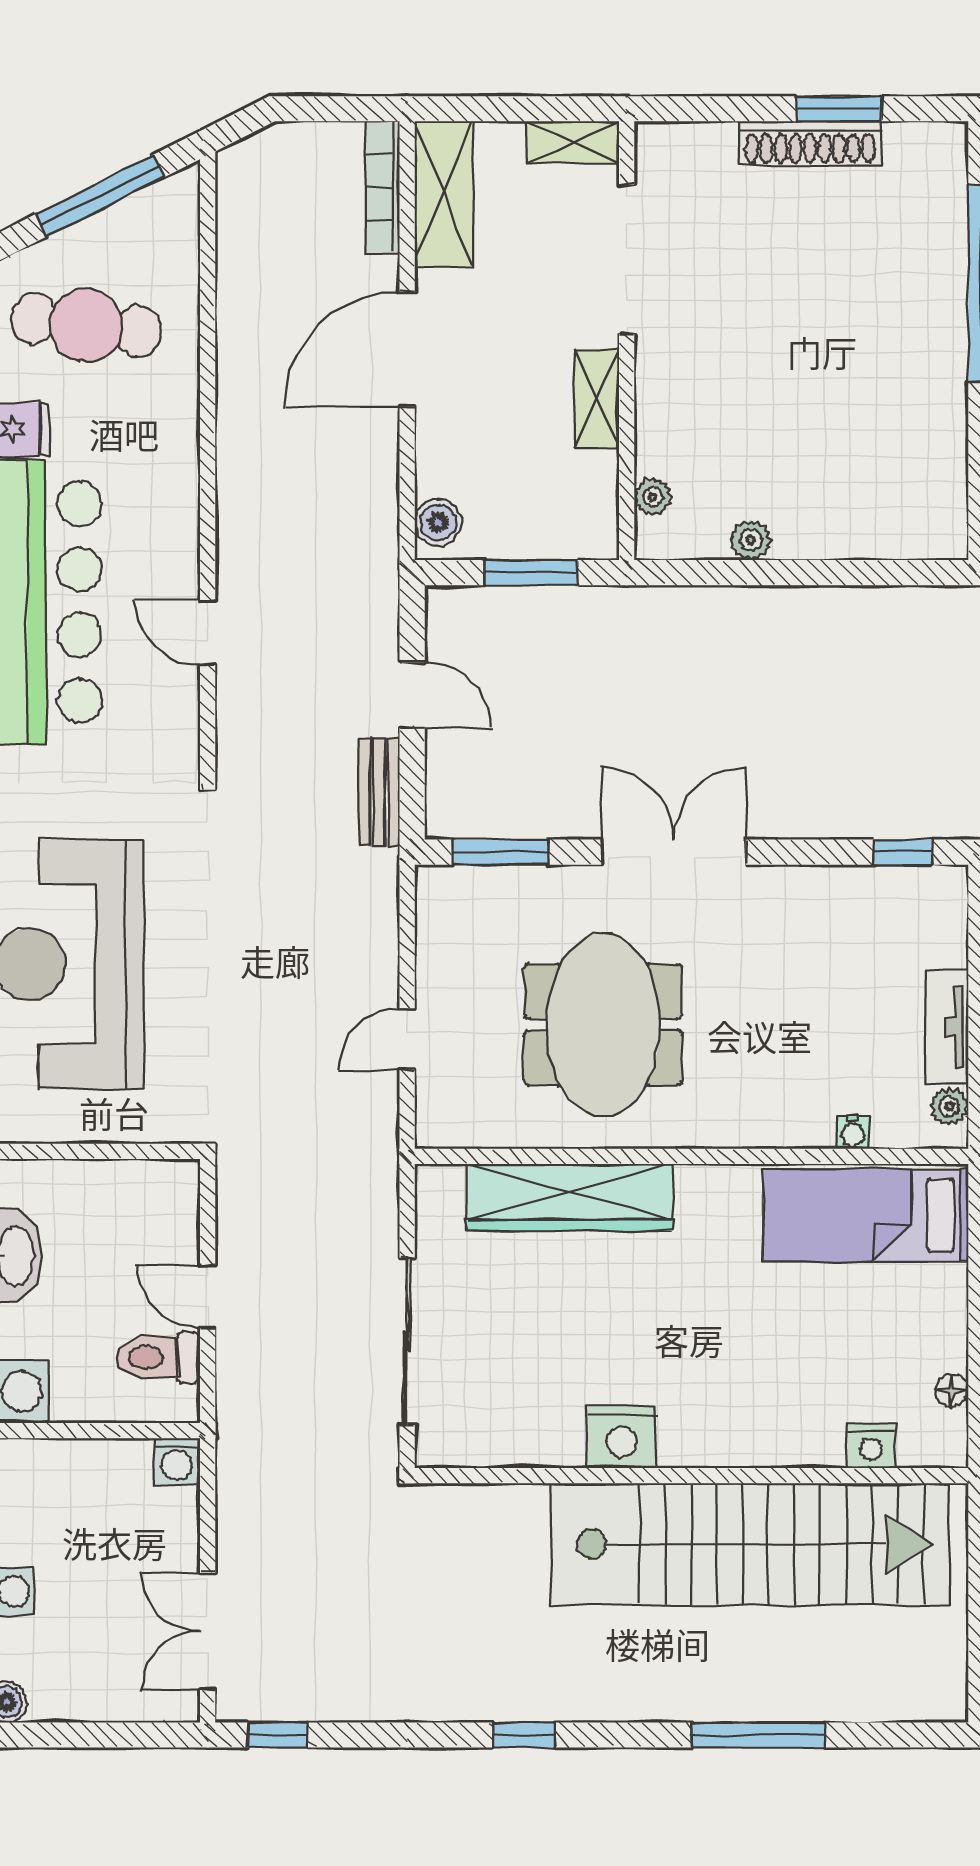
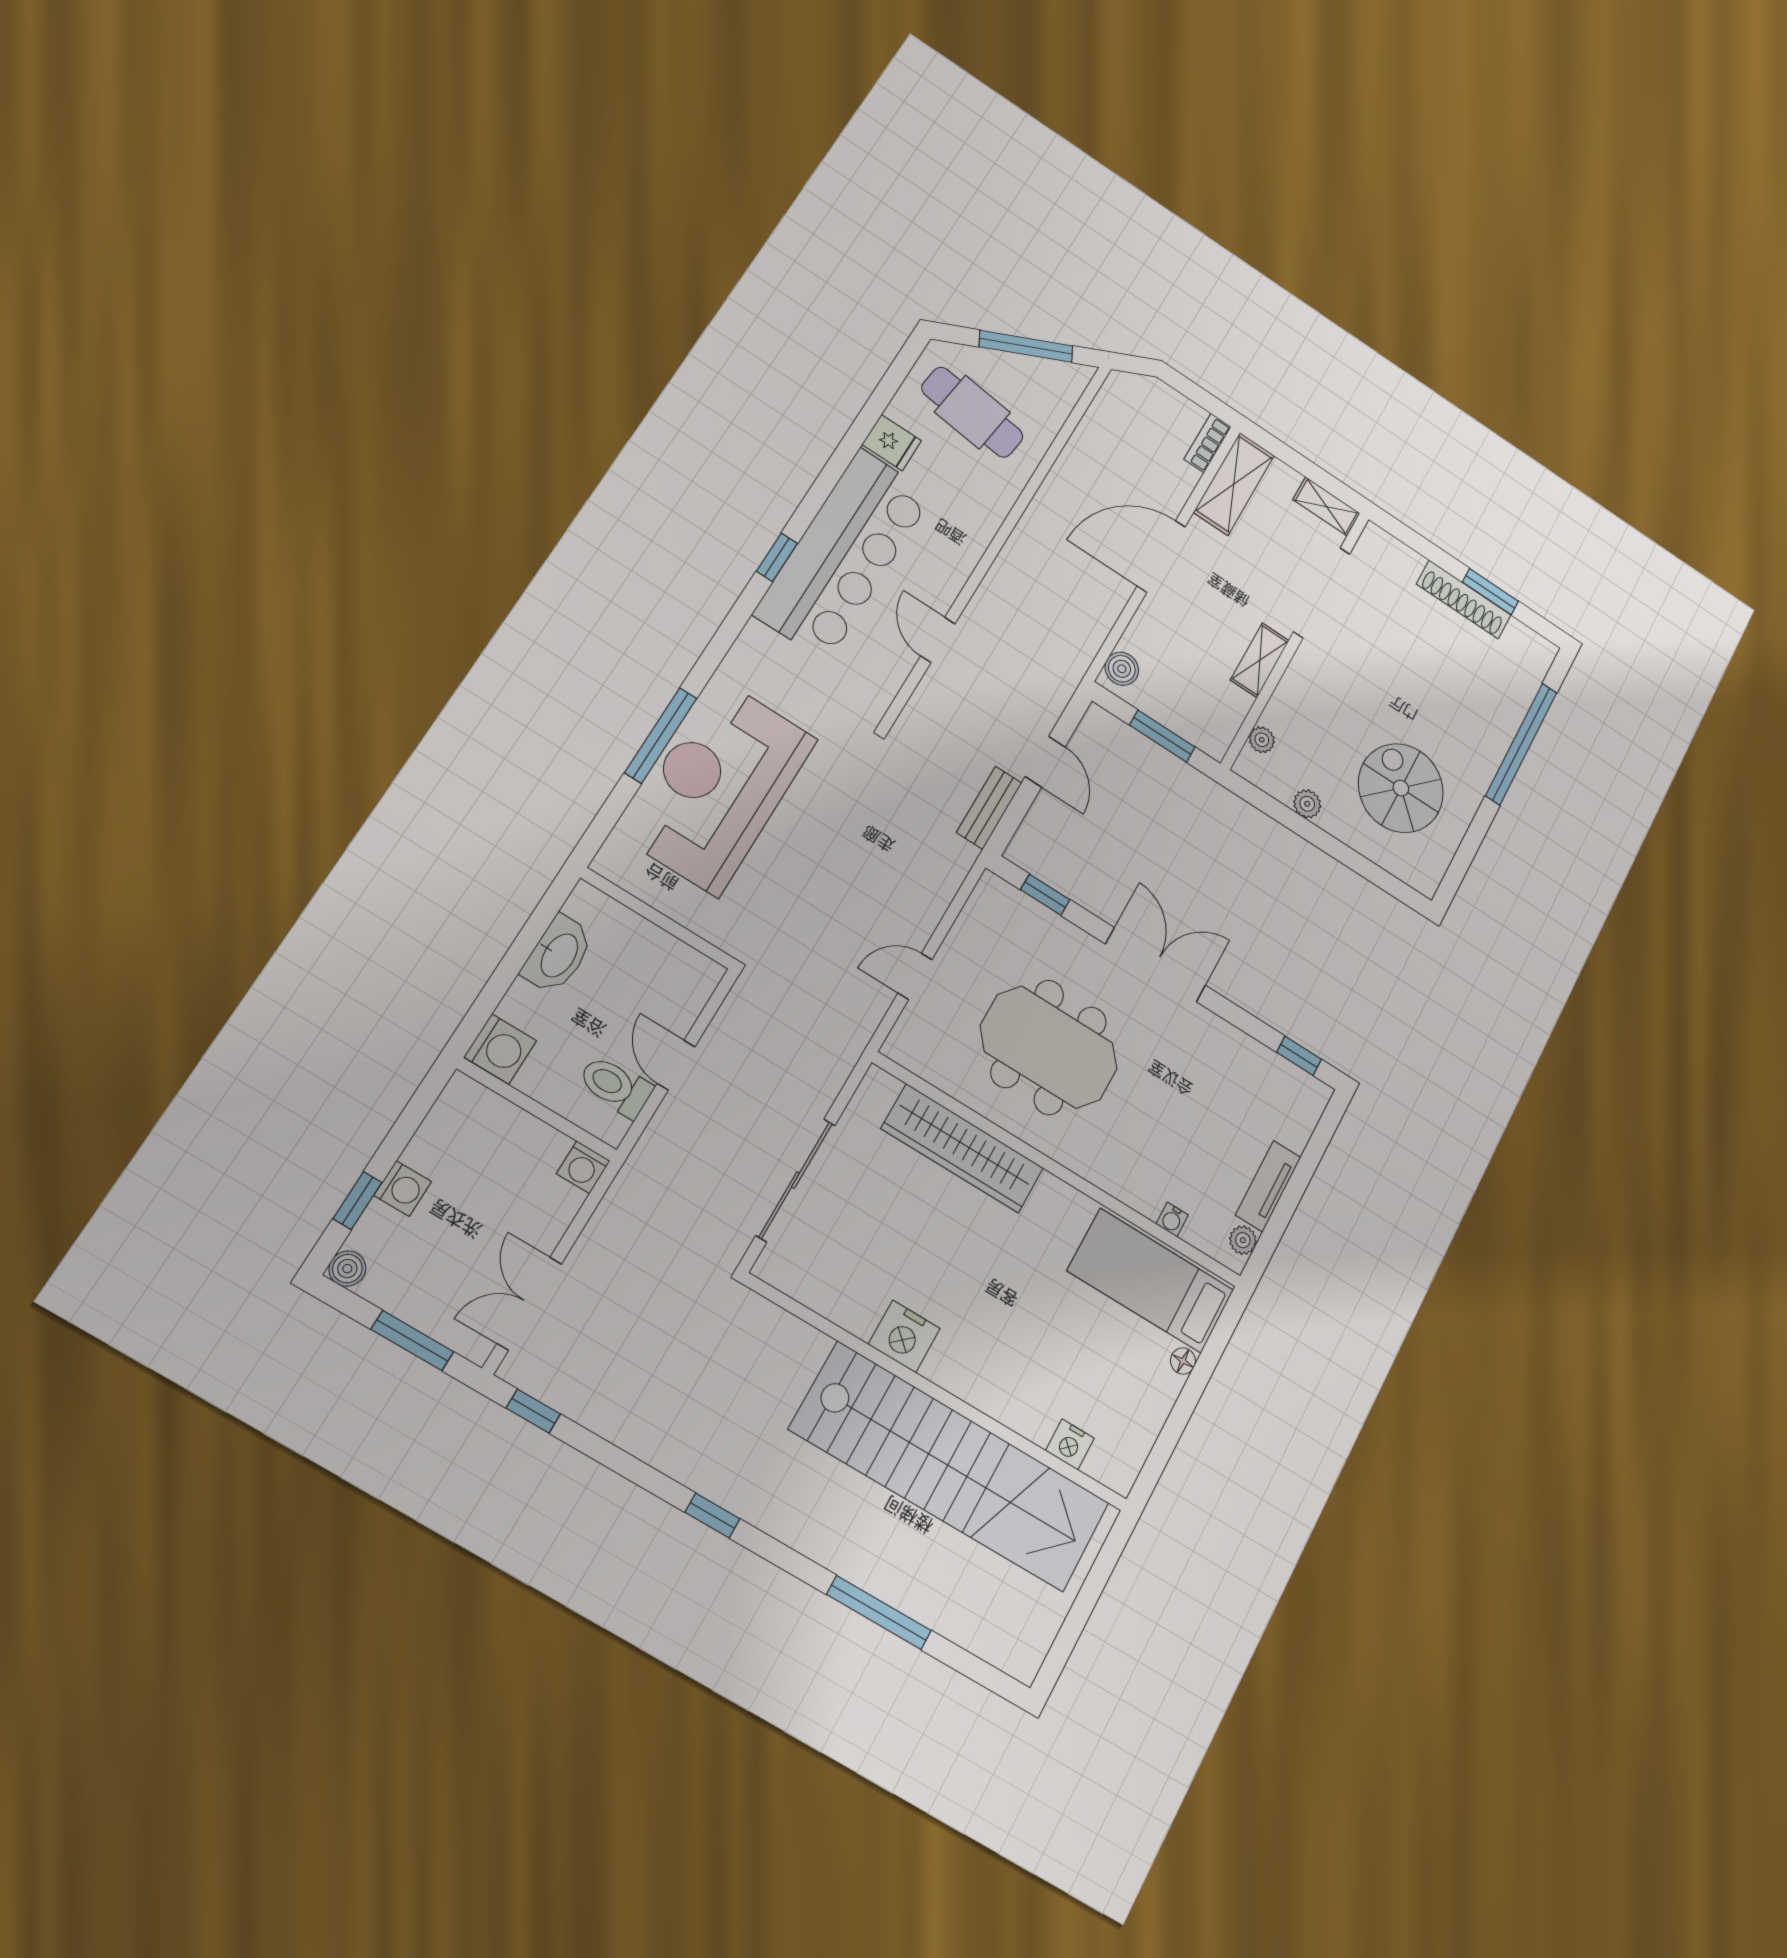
bookcase: (383, 187) -> (1208, 443), width x0.64
spiral stairs: (856, 443) -> (1401, 788), added
window: (500, 852) -> (1045, 895), width x0.67
meeting table: (603, 1025) -> (1049, 1047), turned 90
floor lamp: (952, 1390) -> (1183, 1361), moved
window: (114, 1735) -> (412, 1341), added

